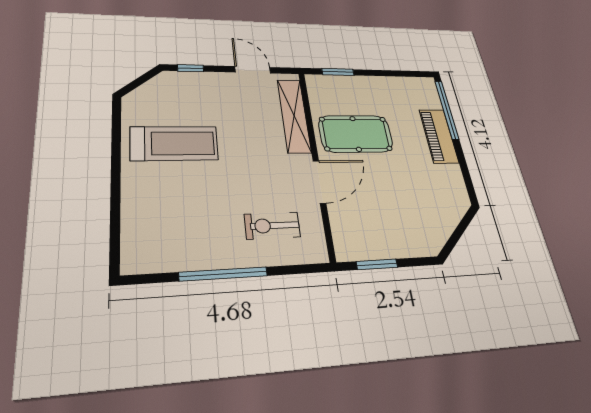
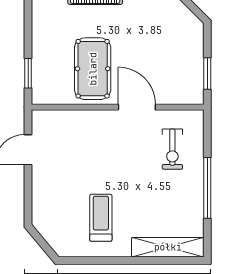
window: (191, 68) -> (28, 202), removed
shelving: (294, 116) -> (168, 247), moved
treadmill: (174, 143) -> (101, 218), width x0.73, depth x0.73

